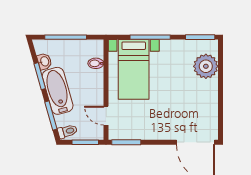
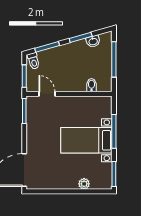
plant: (206, 66) -> (84, 184), width x0.53, depth x0.53
bed with nightstands: (134, 69) -> (86, 140), moved
bathtub: (58, 91) -> (68, 53), removed
door: (106, 116) -> (47, 94), hinge flipped

